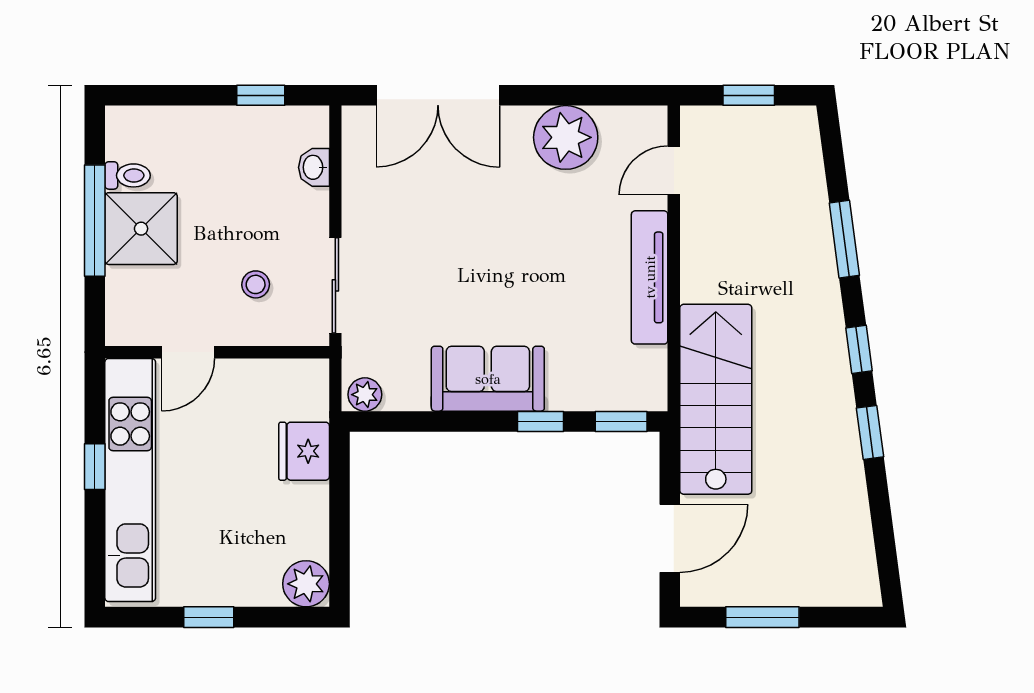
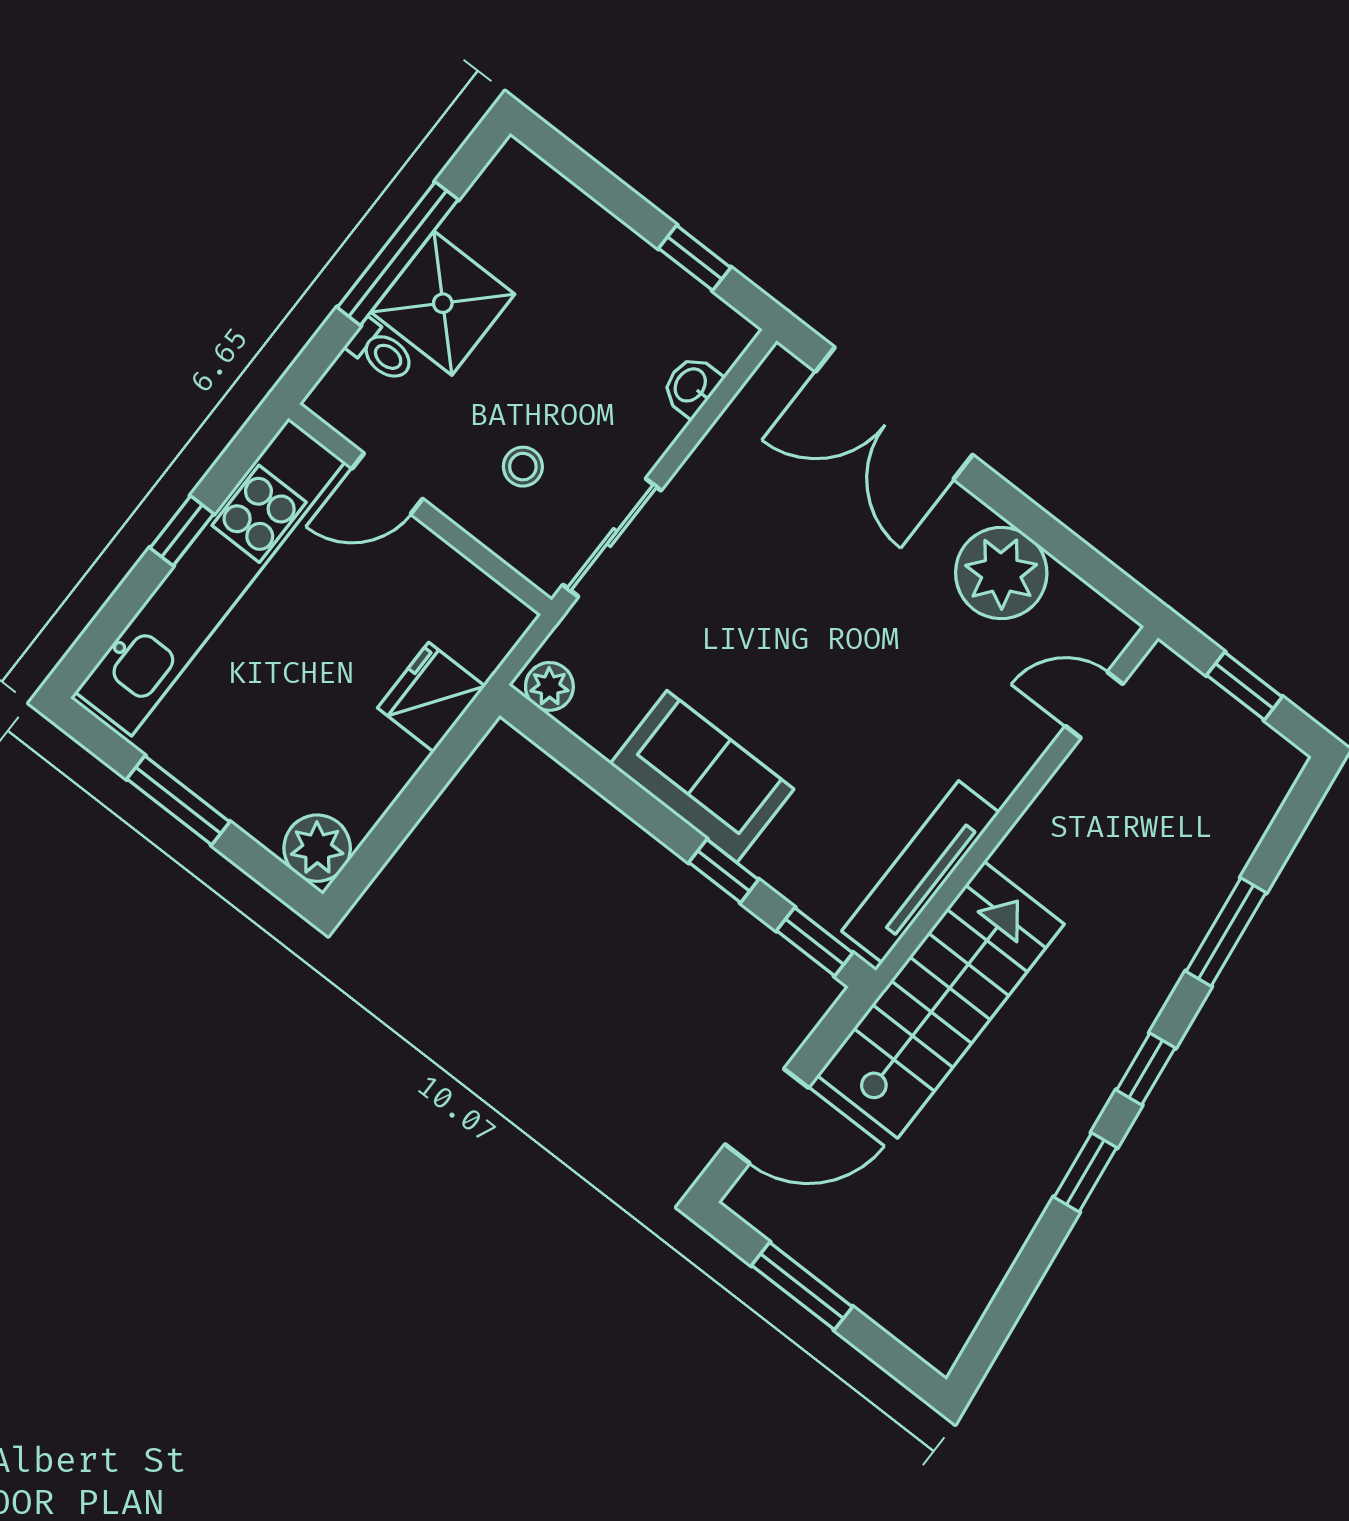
toilet: (128, 175) -> (381, 351), moved
tv unit: (650, 277) -> (920, 872), moved
window: (209, 617) -> (178, 800), width x1.50

